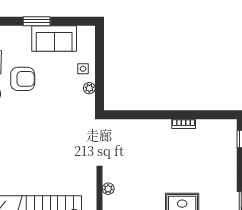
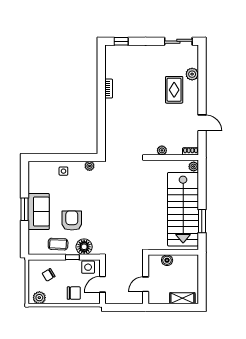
sofa: (54, 38) -> (39, 212), moved
plant: (89, 88) -> (90, 166), moved

